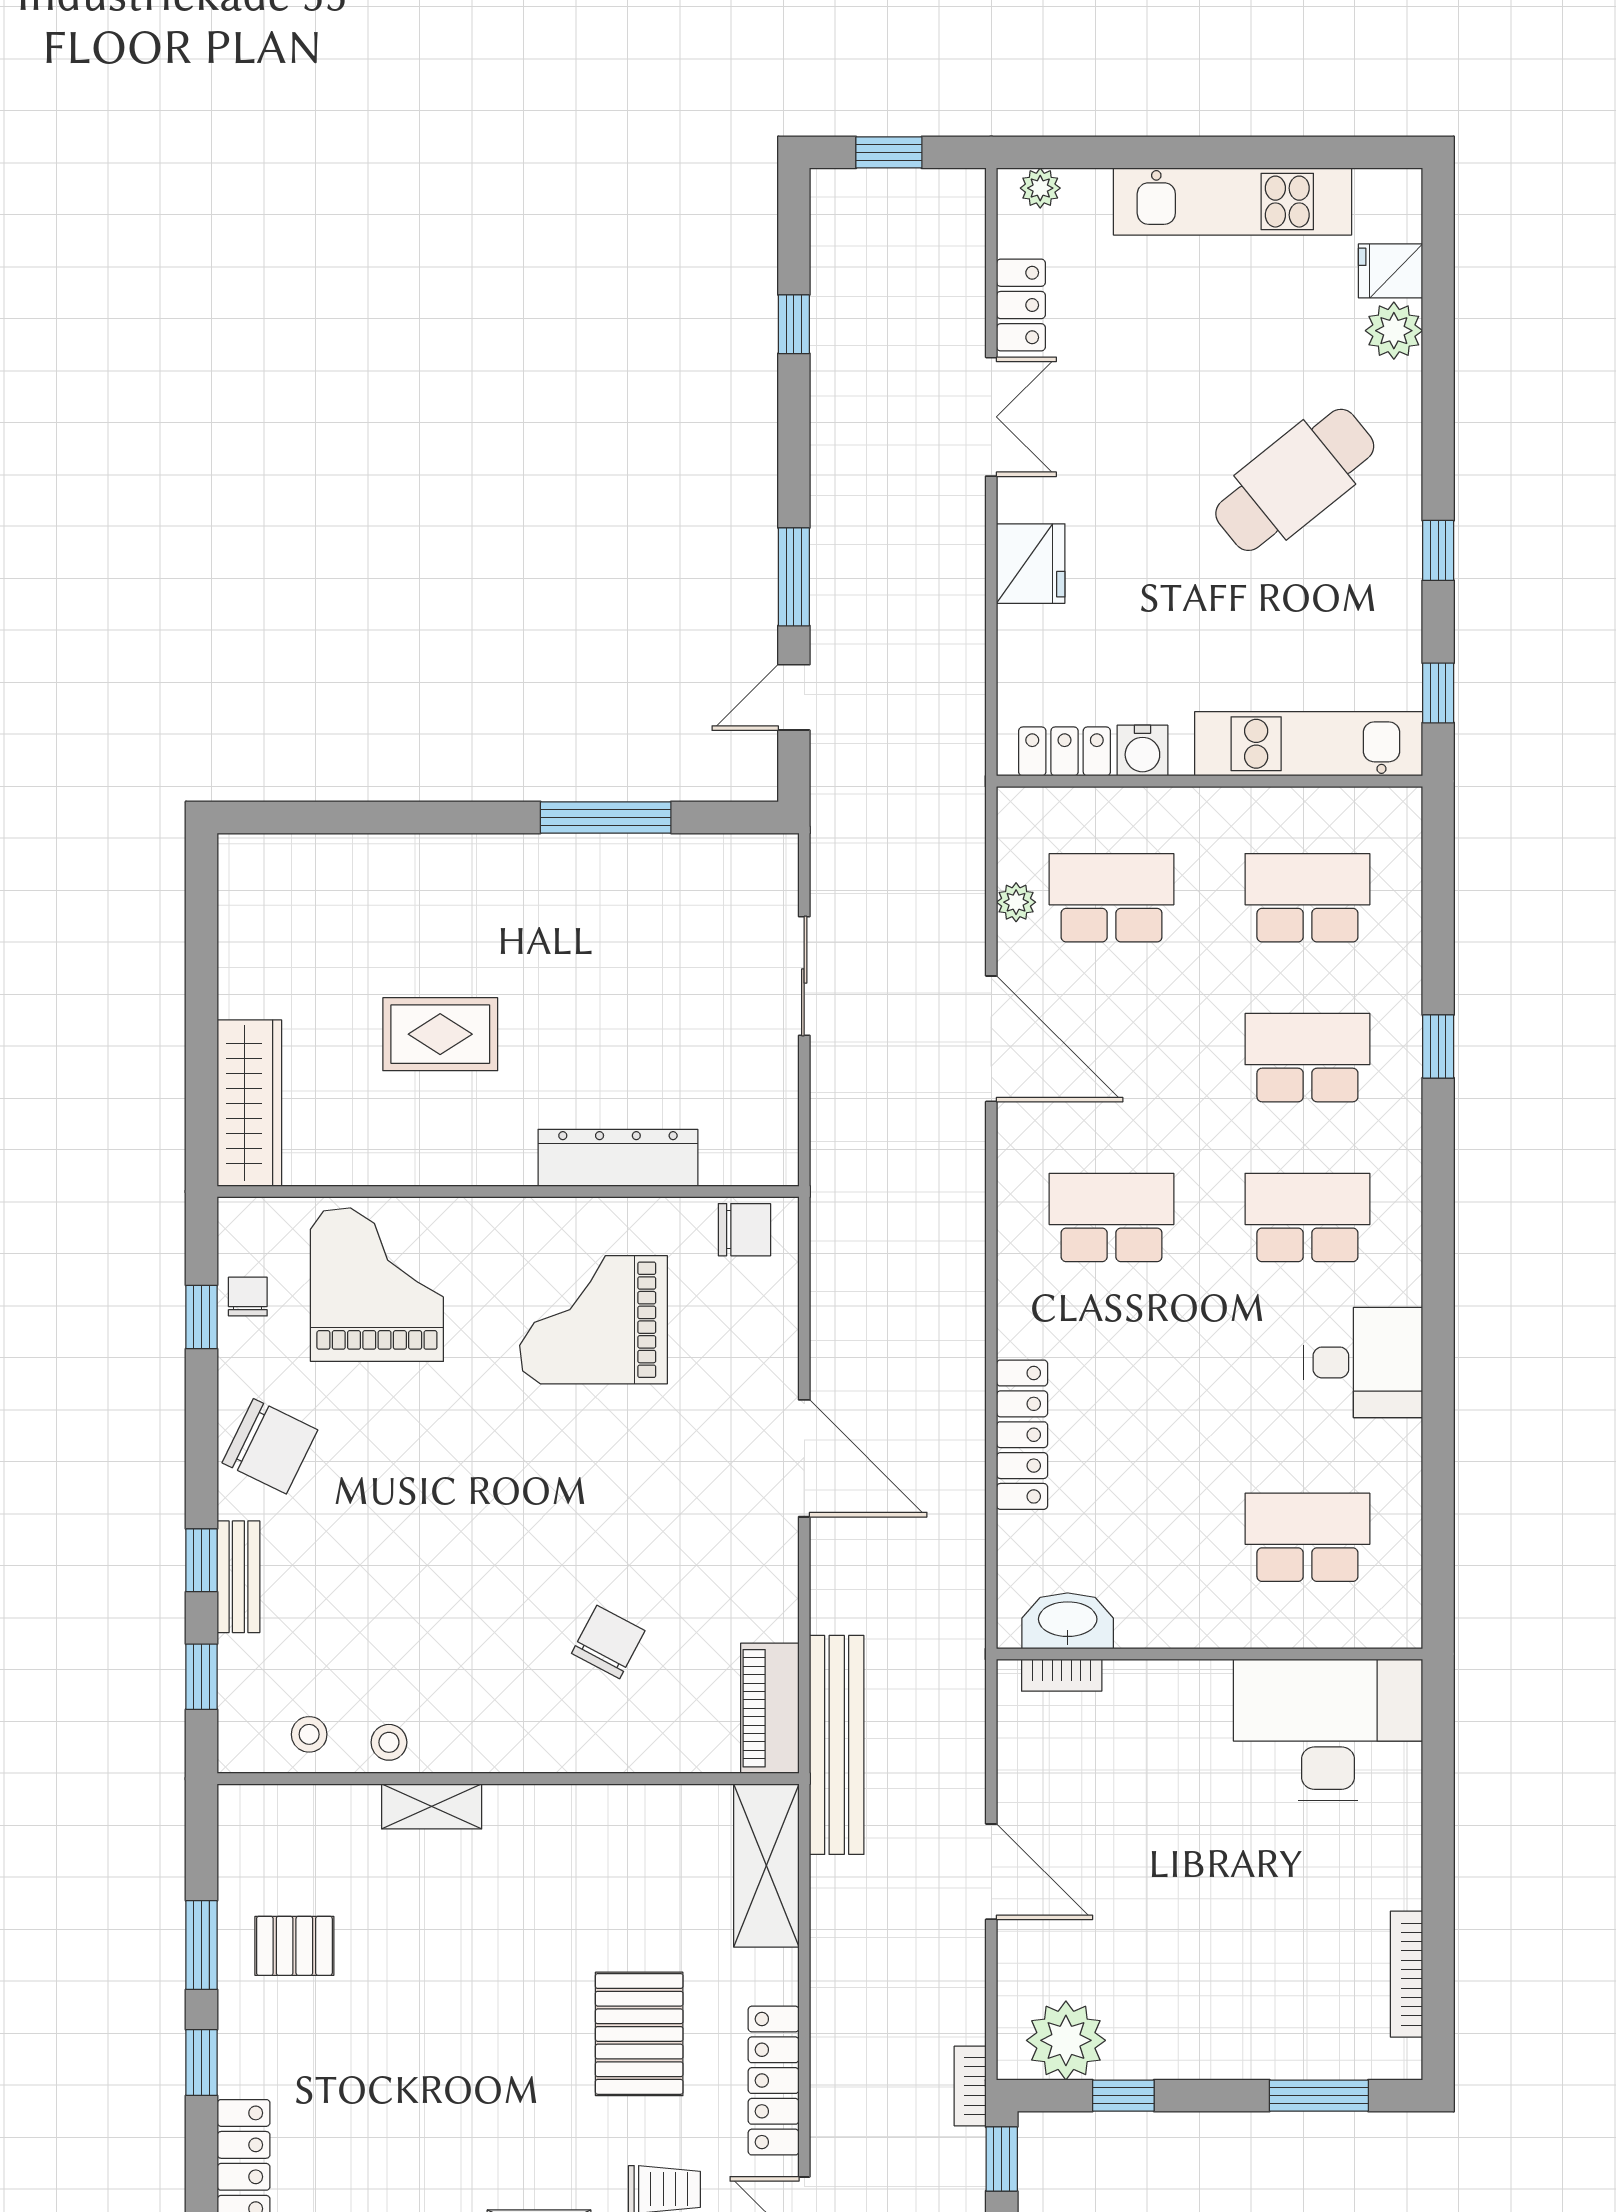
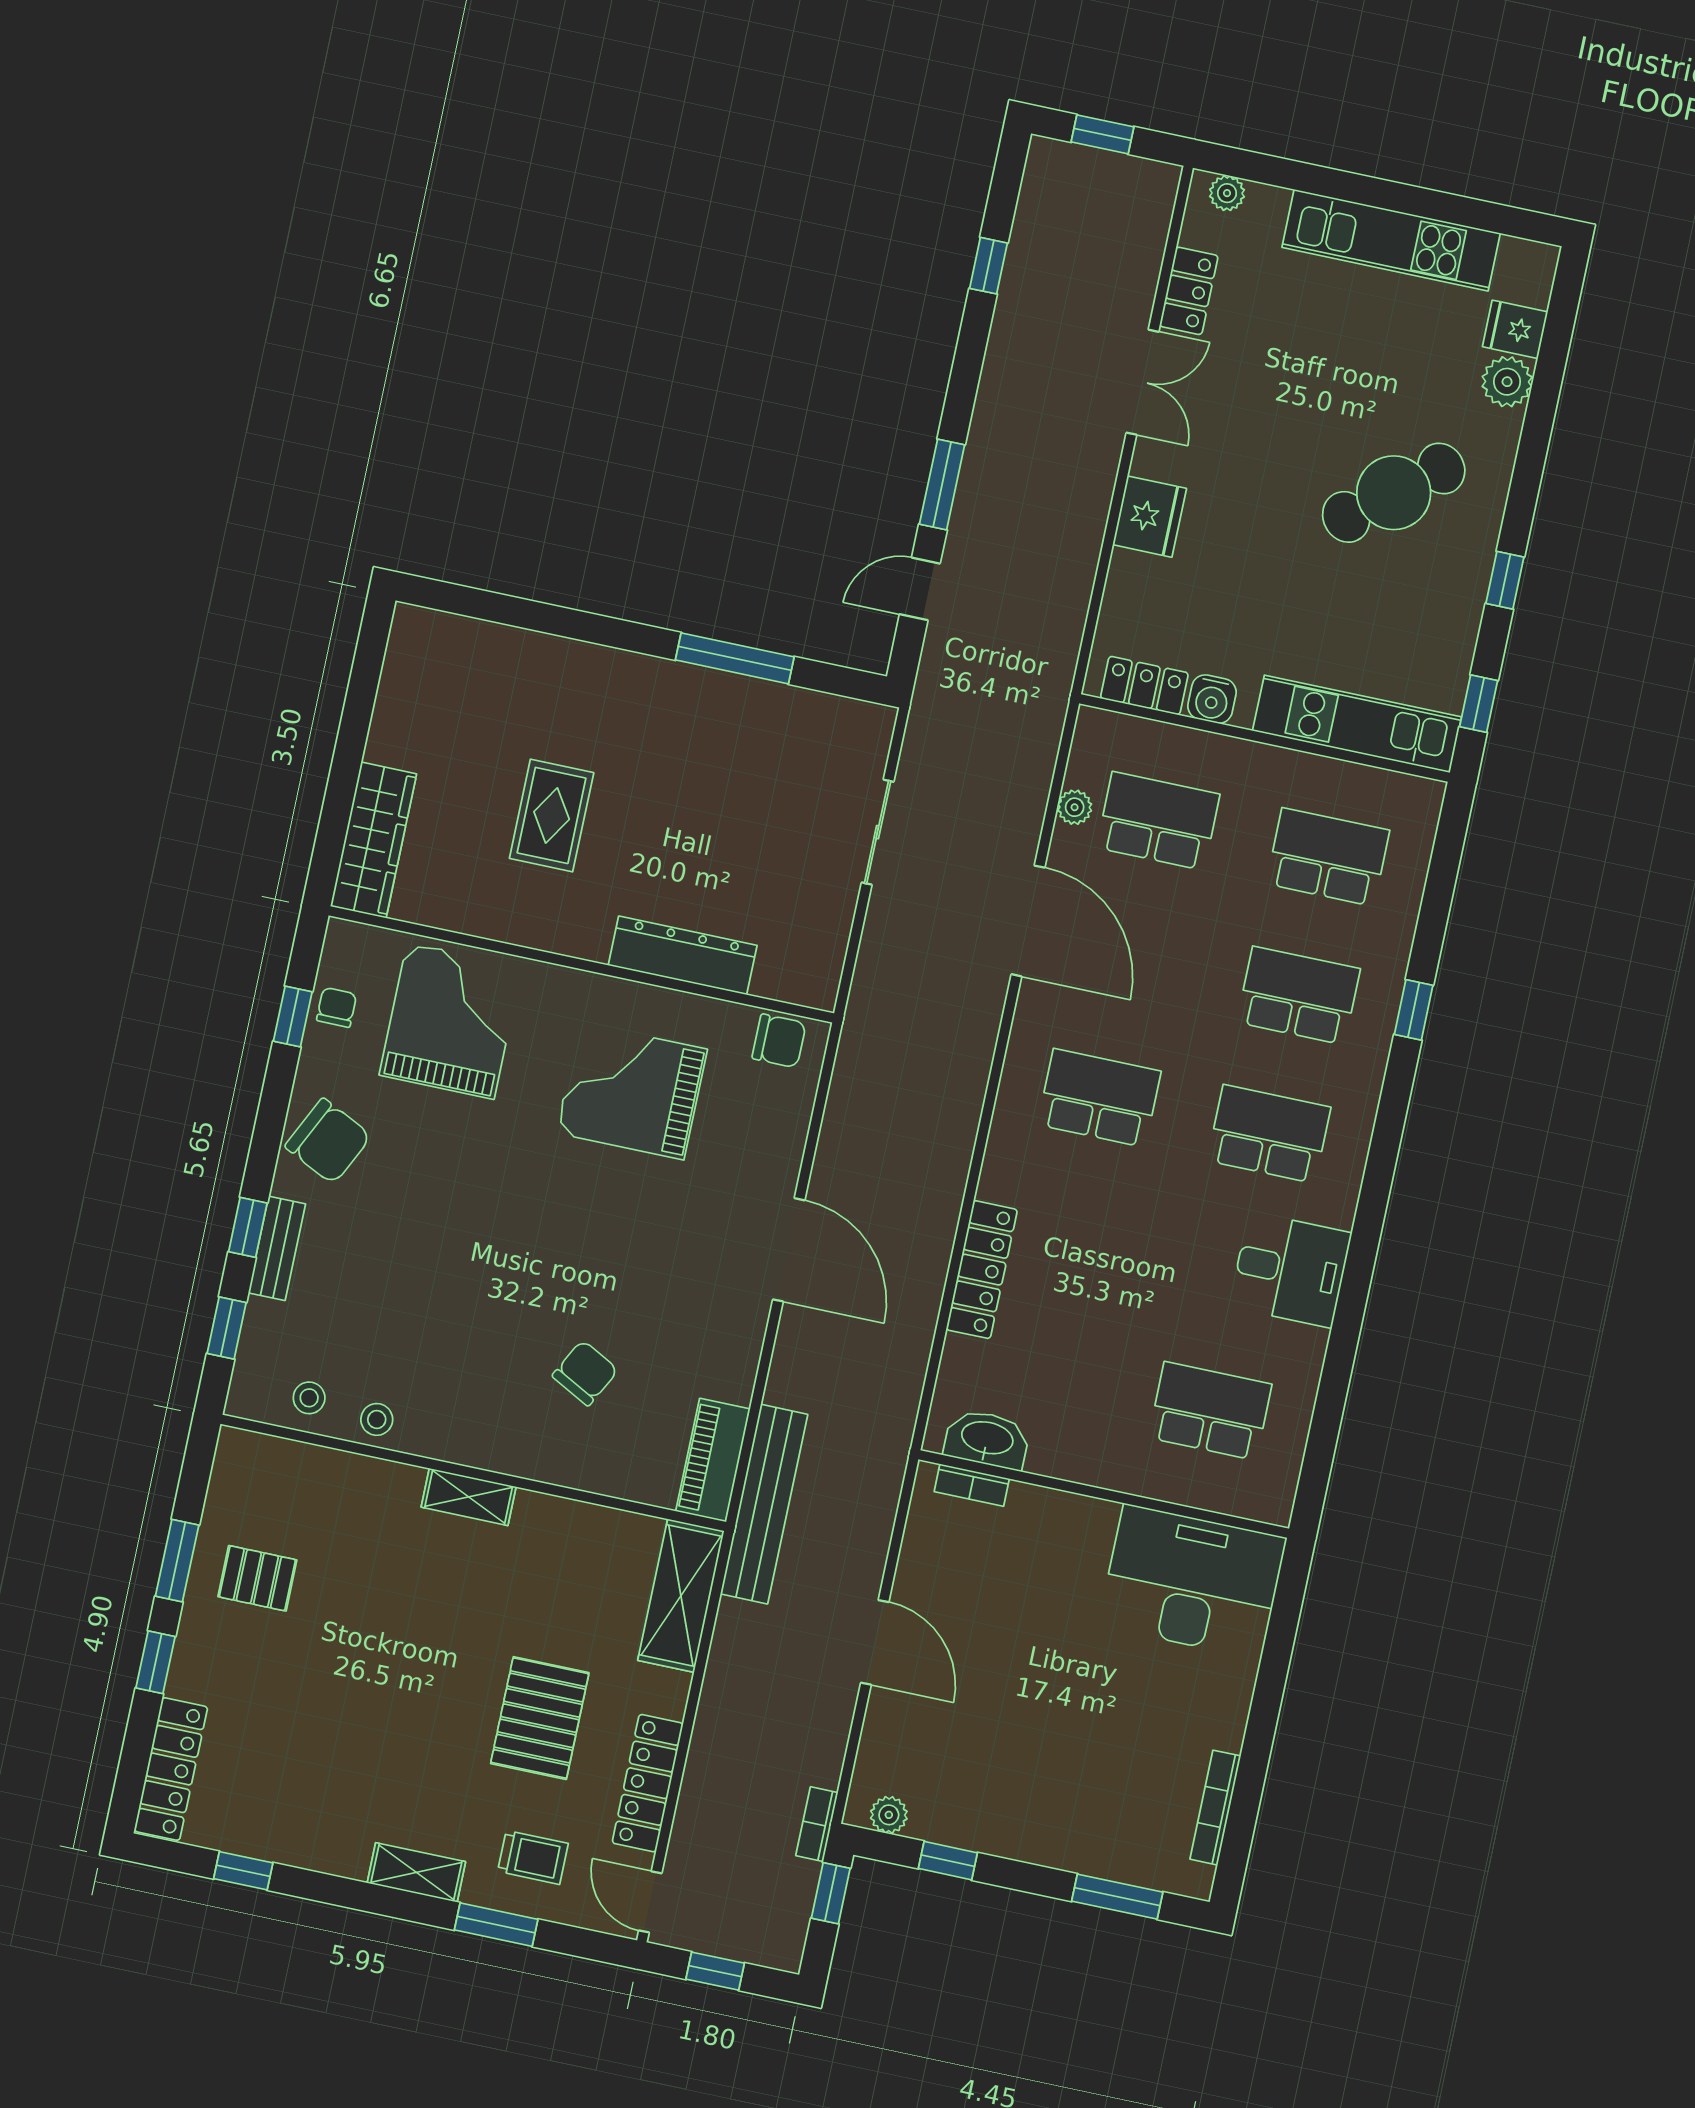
rug: (440, 1034) -> (552, 815), turned 90
shelving: (432, 1806) -> (469, 1497), moved
plant: (1066, 2040) -> (889, 1815), width x0.53, depth x0.53

